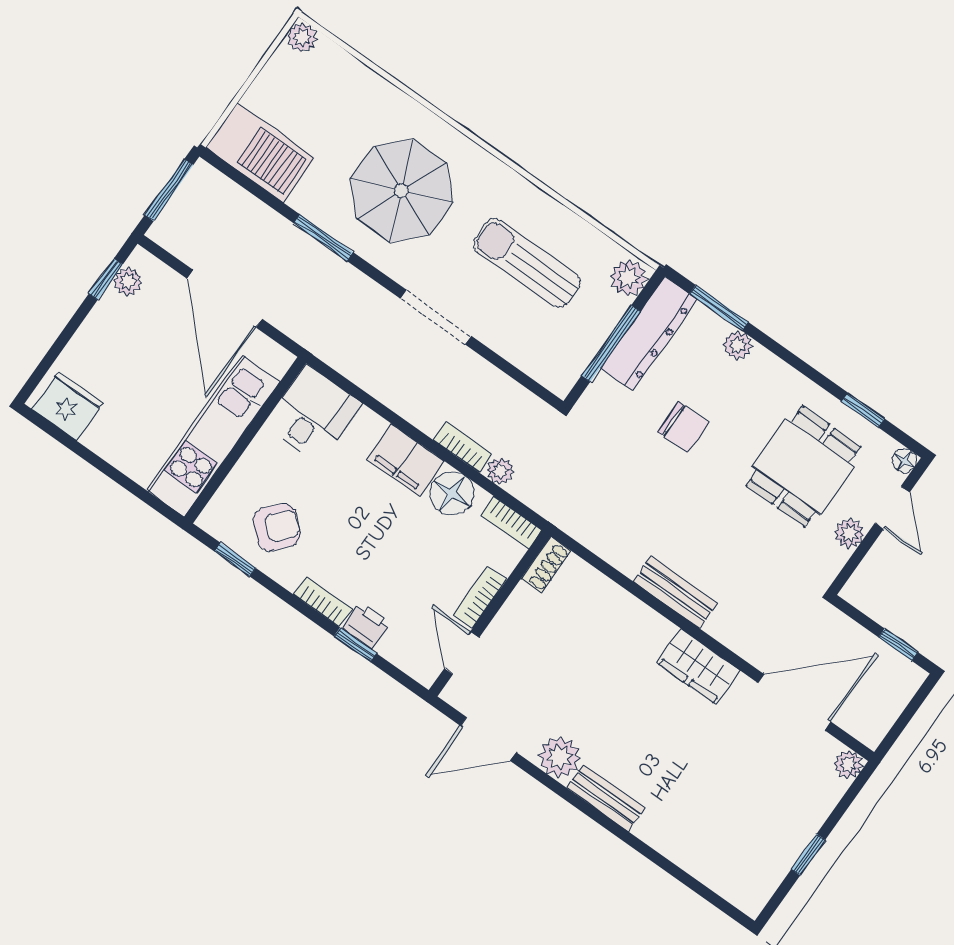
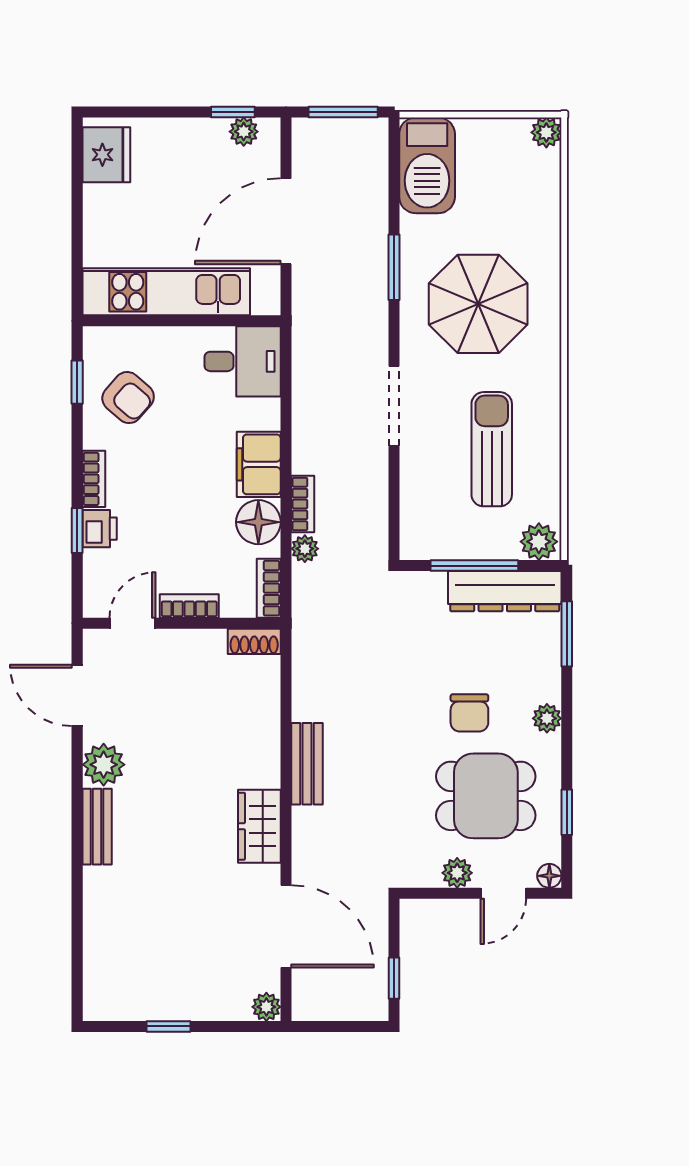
plant: (738, 345) -> (547, 718), moved
chair: (683, 427) -> (469, 713), moved

